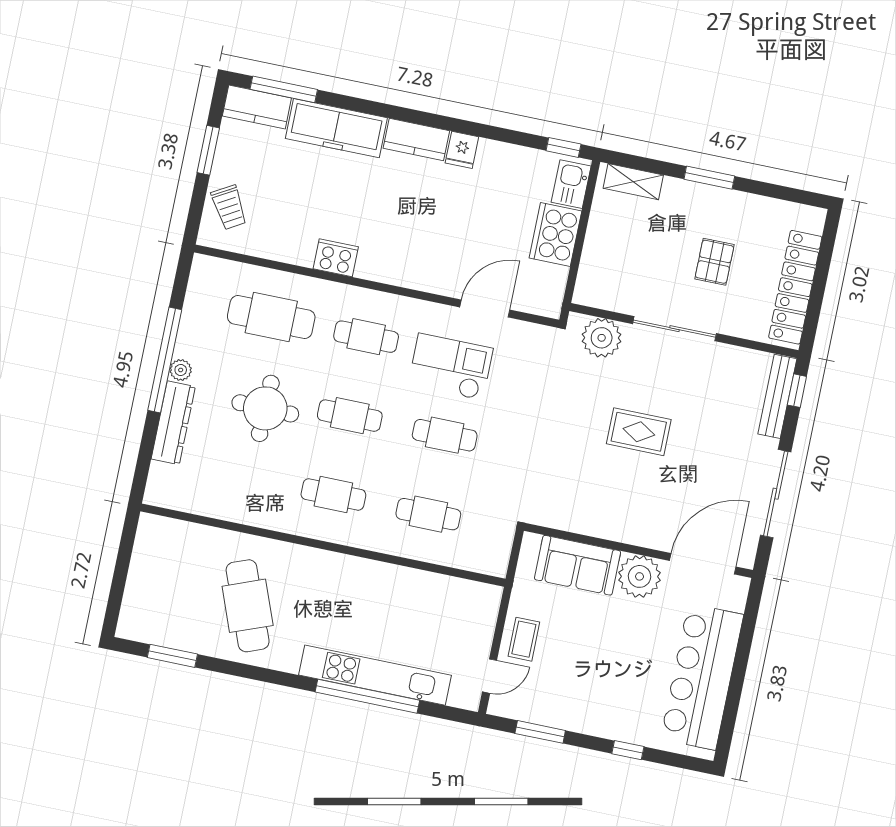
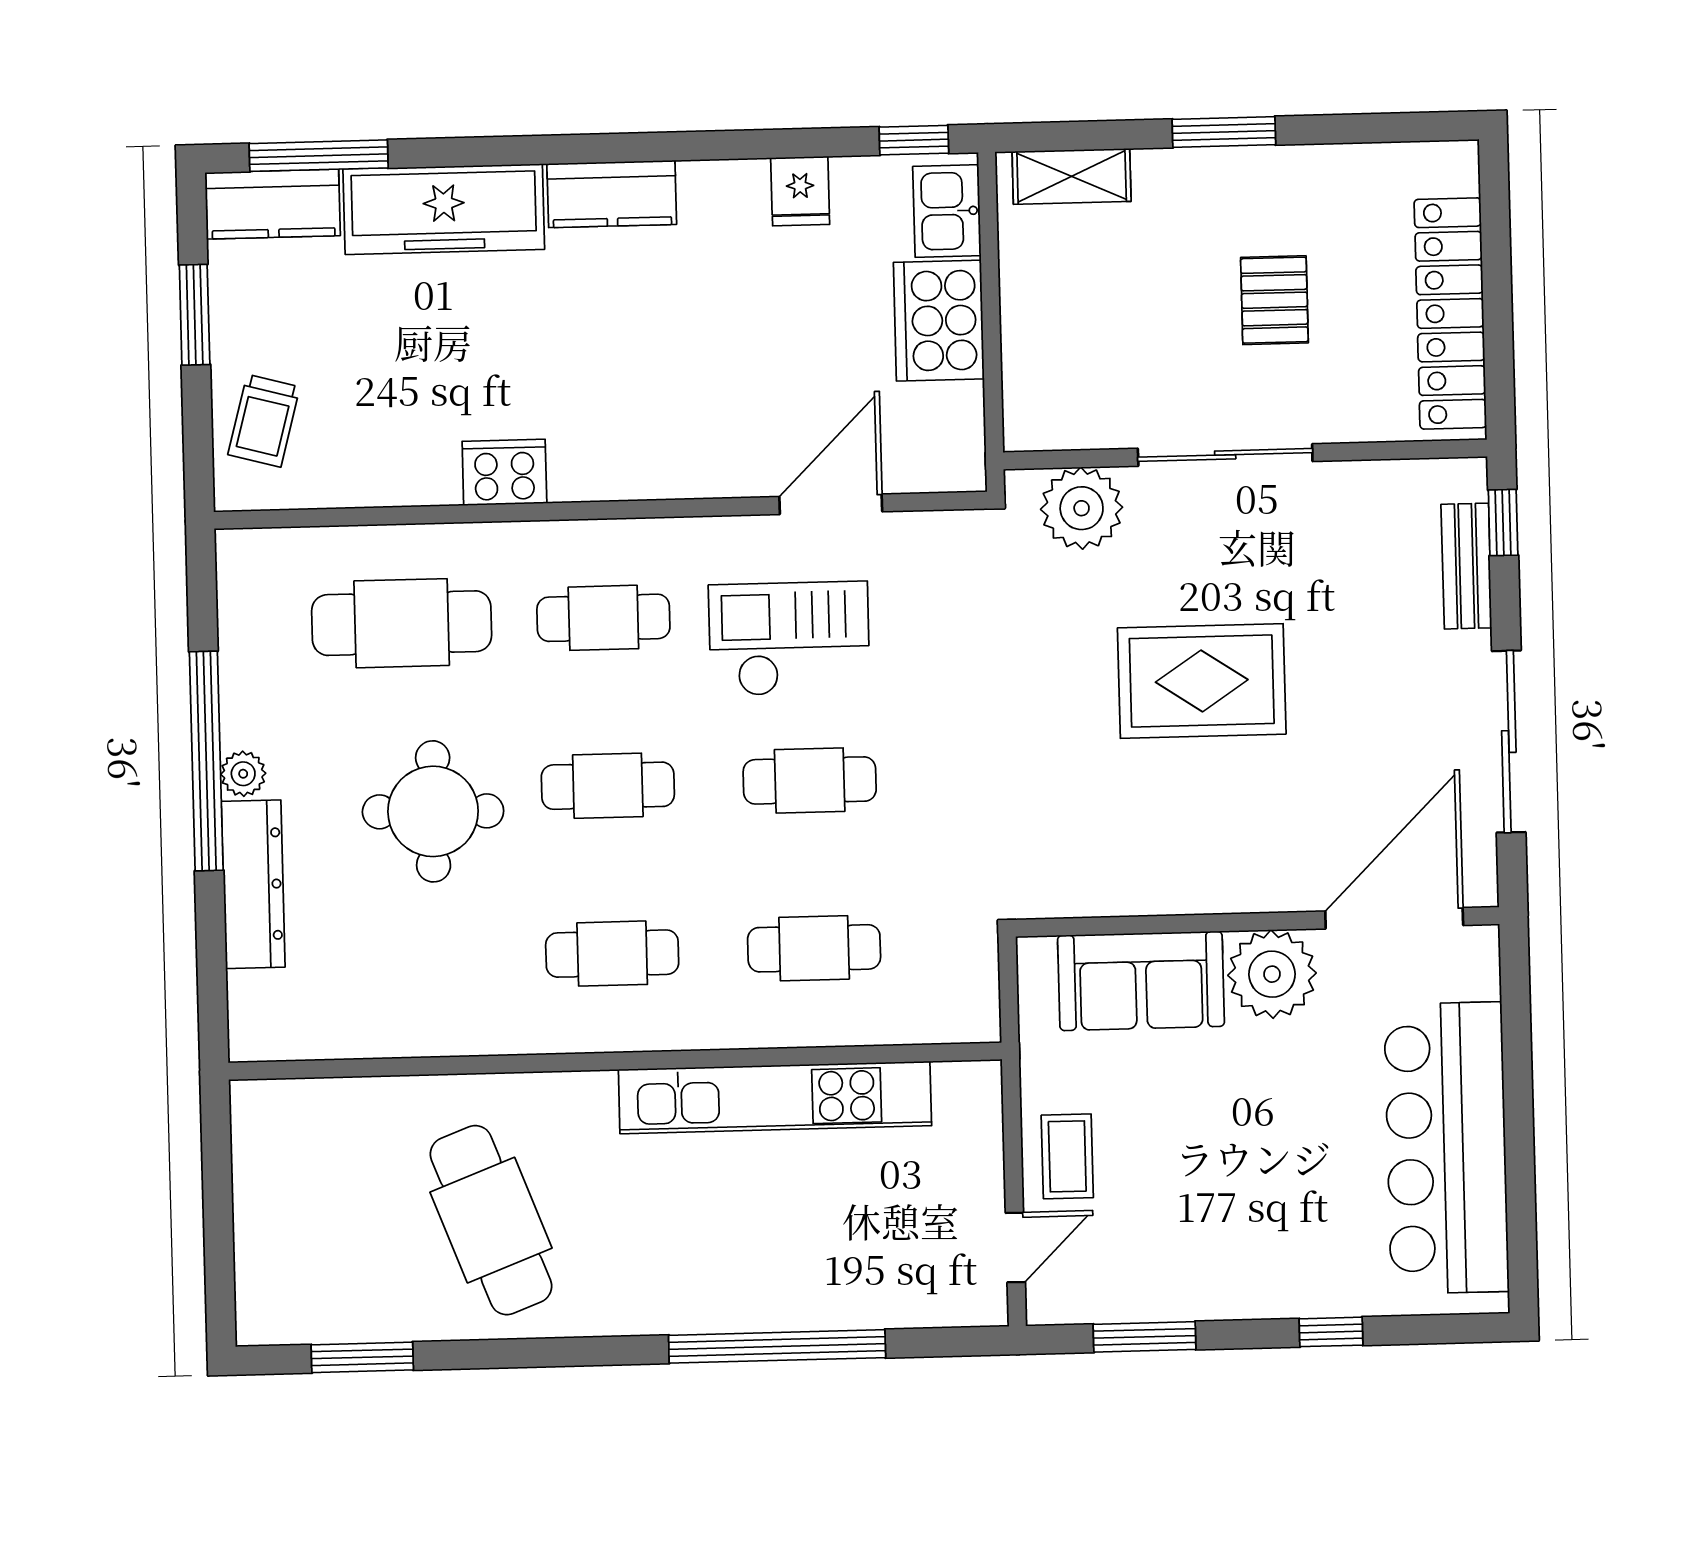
fridge: (462, 150) -> (800, 191), moved
trolley: (229, 207) -> (264, 421), turned 45
bench: (777, 396) -> (1466, 566), width x0.73
rug: (639, 432) -> (1202, 681), width x1.36, depth x1.43
kitchen unit: (375, 675) -> (775, 1098), moved, turned 180

